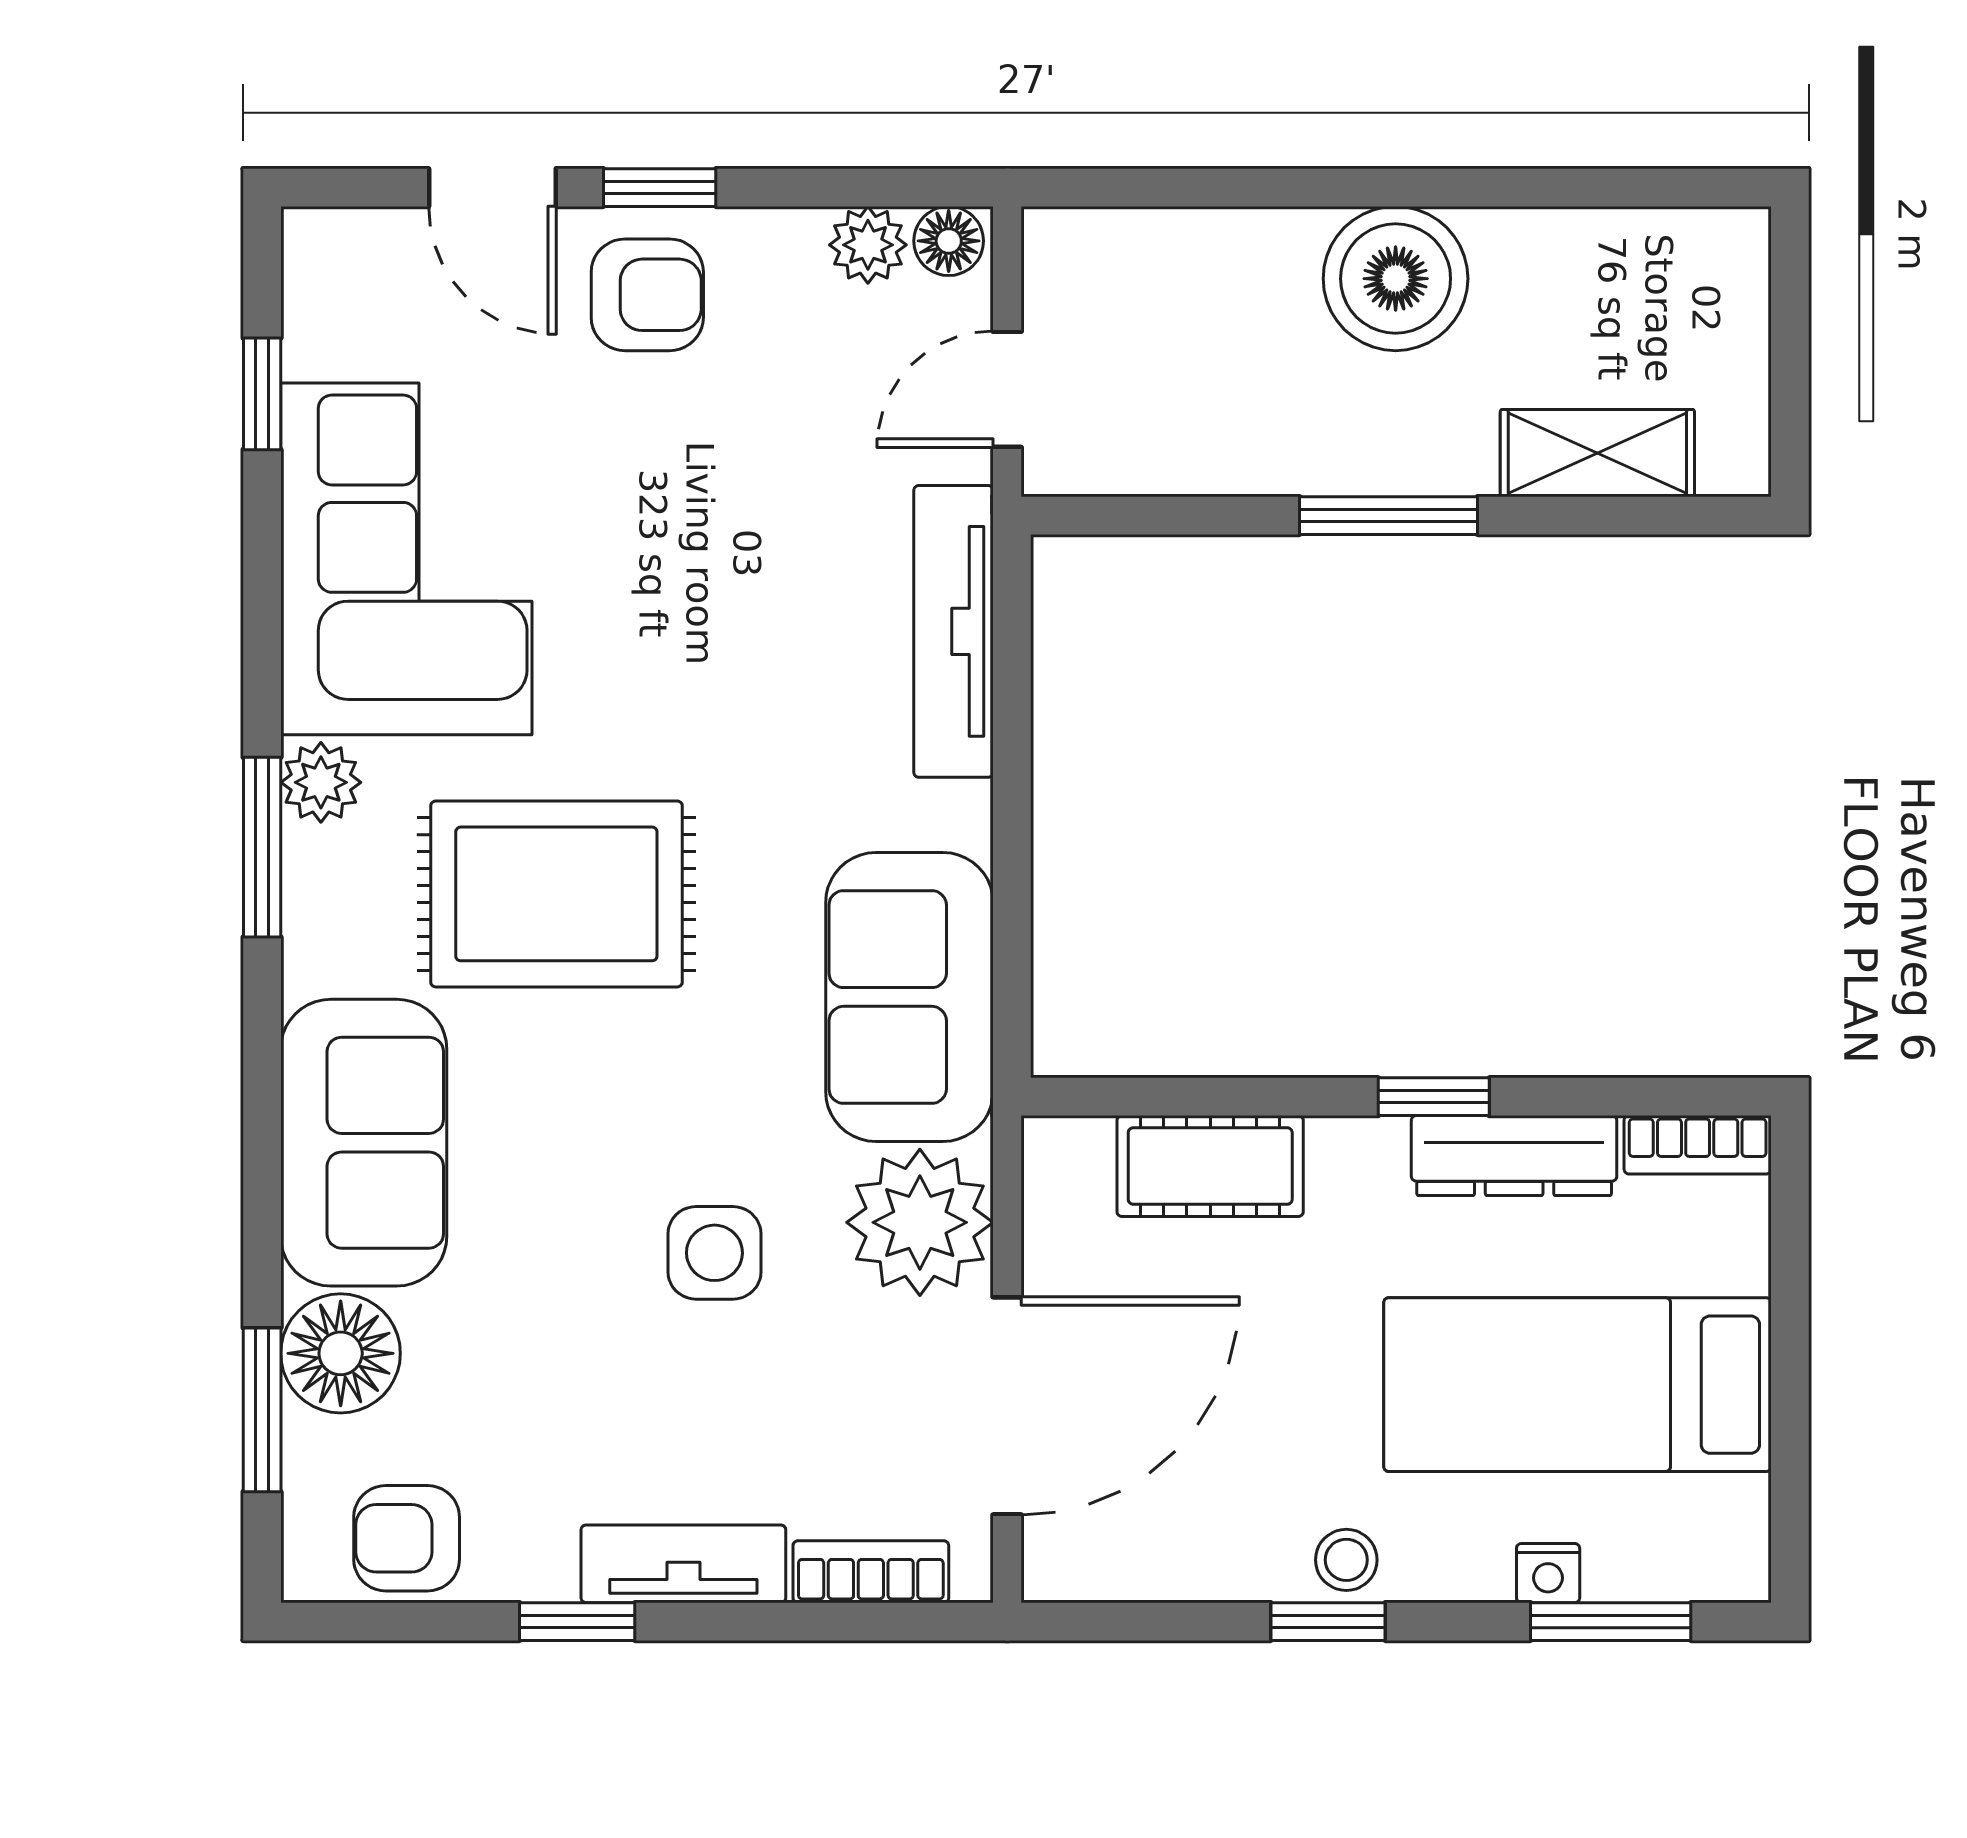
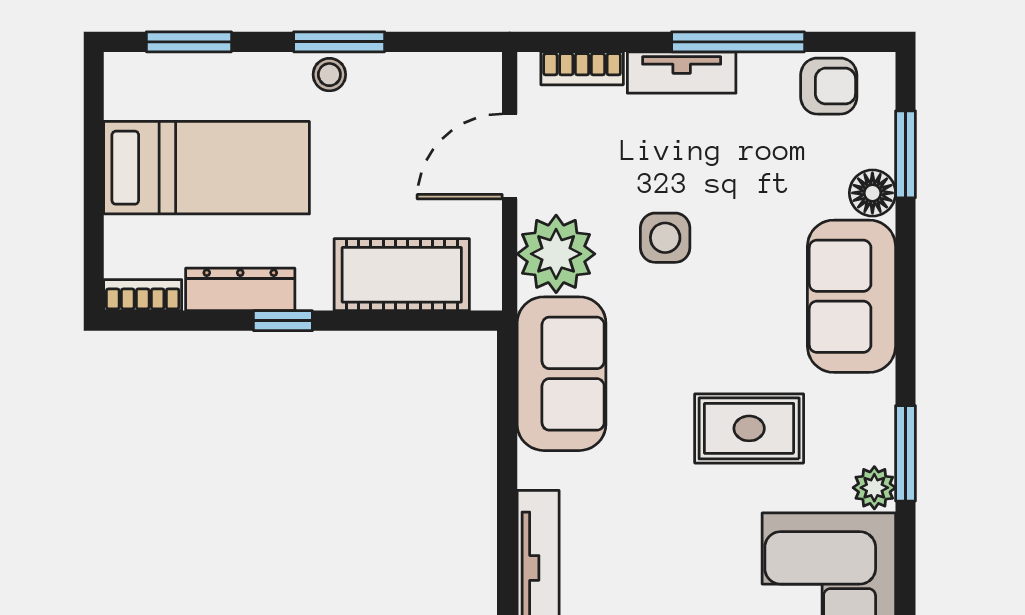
rug: (556, 894) -> (749, 428), width x0.73, depth x0.70
cot: (1210, 1166) -> (402, 275), width x1.37, depth x1.34
floor lamp: (341, 1353) -> (872, 193), width x0.73, depth x0.73
door: (1007, 1406) -> (510, 156), width x0.73
nightstand: (1548, 1573) -> (222, 68), removed
window: (577, 1622) -> (738, 42), width x2.17
window: (1328, 1622) -> (339, 42), width x1.50

